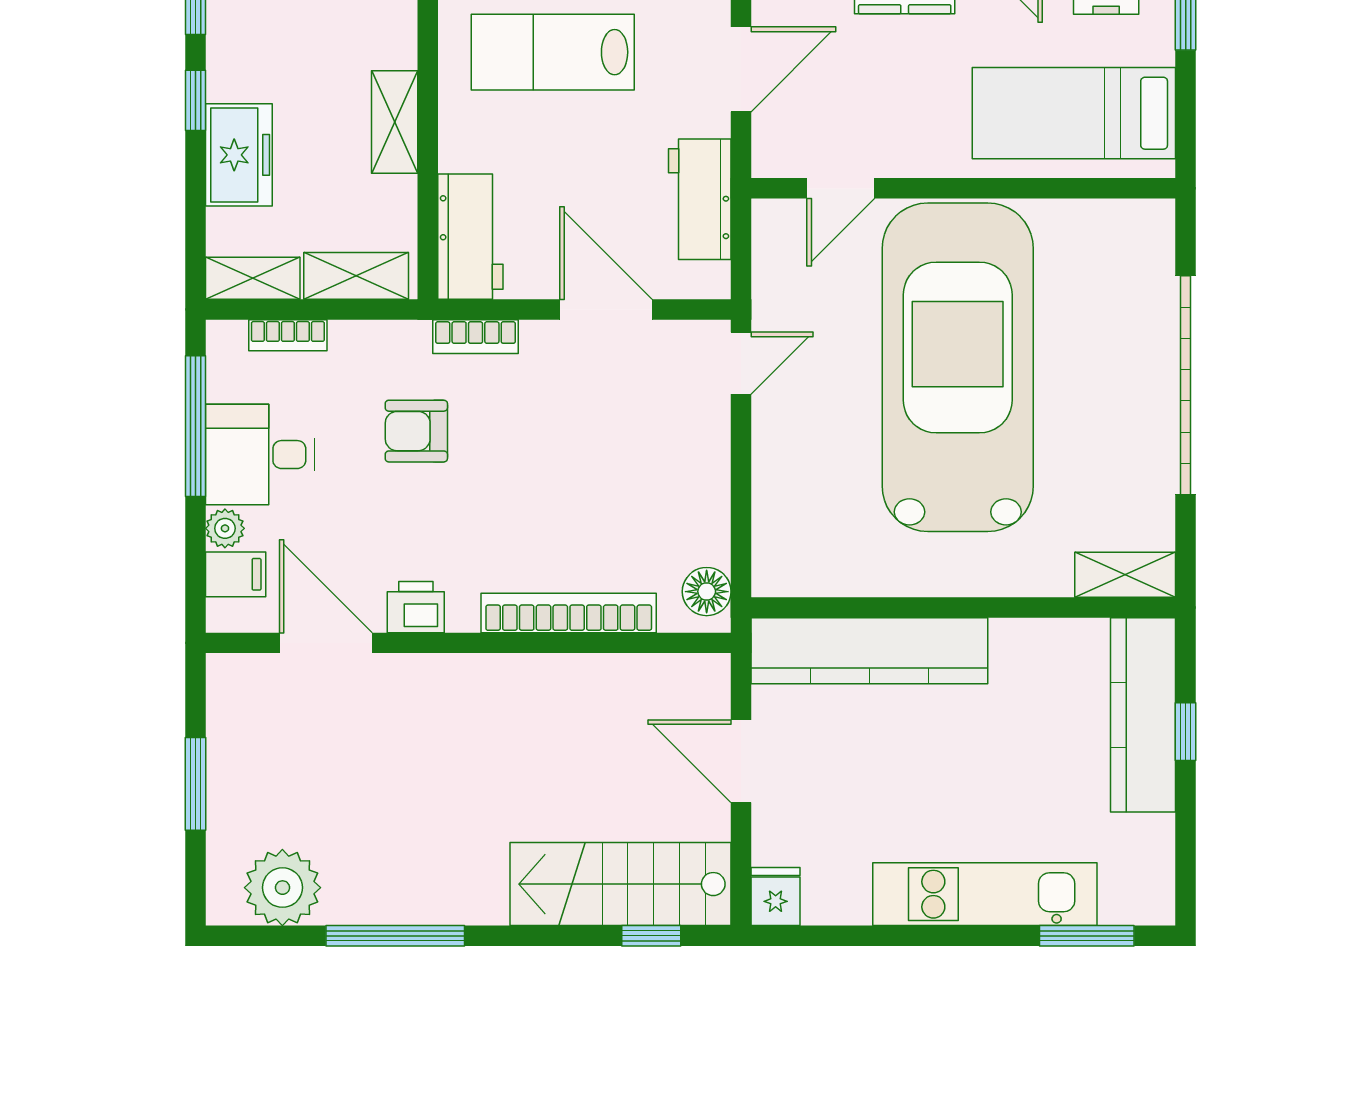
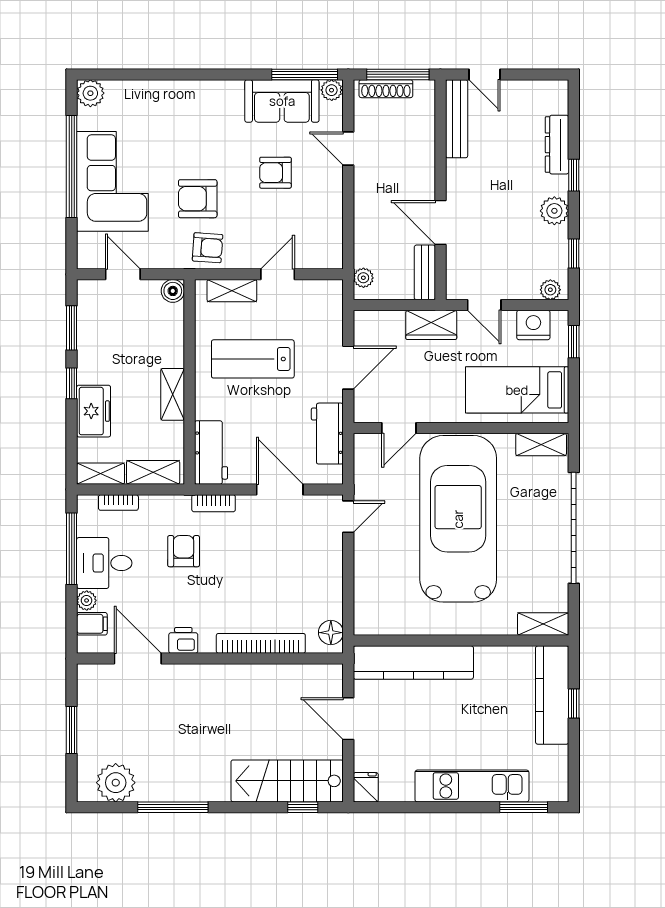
shelving: (1121, 221) -> (541, 444), added
armchair: (416, 431) -> (184, 551), turned 90

